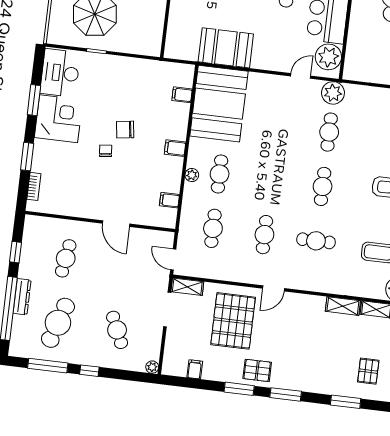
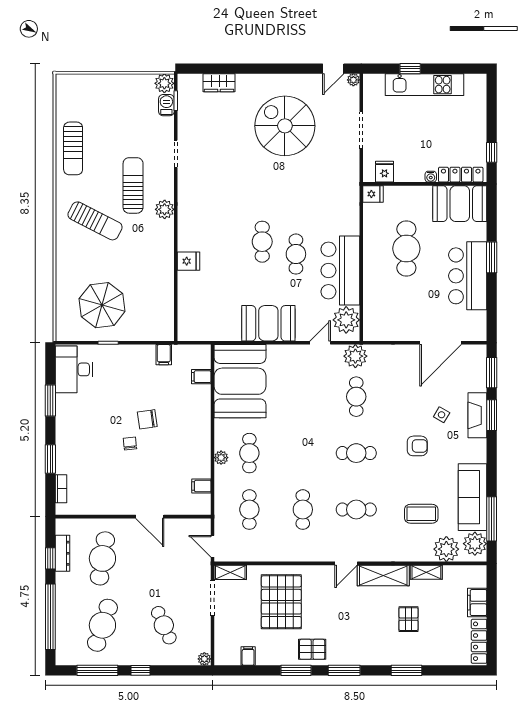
booth: (226, 48) -> (268, 323), moved
corner desk: (58, 119) -> (78, 417), removed
filing cabinet: (175, 148) -> (164, 355), moved, turned -90
cafe table: (323, 186) -> (356, 453), turned 90
cafe table: (66, 258) -> (102, 558), width x1.37, depth x1.35
door: (274, 288) -> (346, 563), moved
dresser: (22, 297) -> (62, 553), moved
shelving: (343, 306) -> (383, 575), width x1.50, depth x1.33
pallet: (368, 371) -> (408, 619), moved

